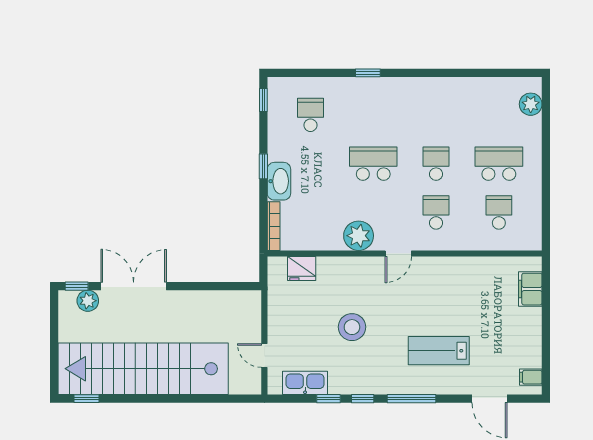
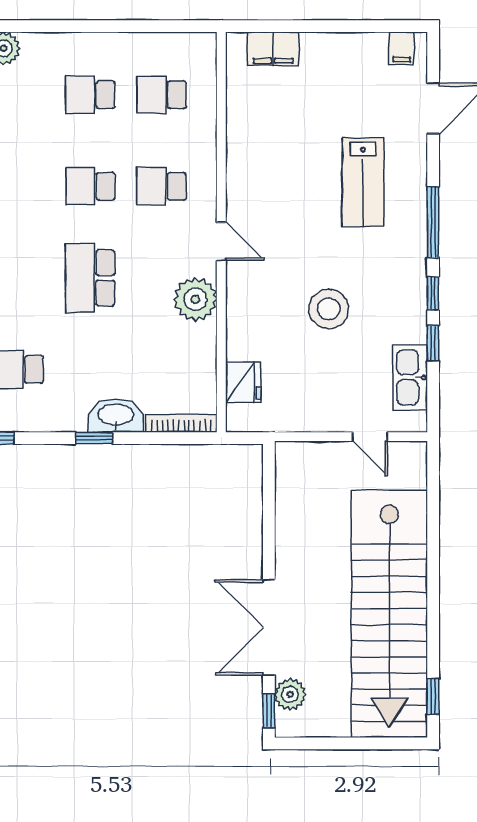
school desk: (499, 164) -> (90, 95), width x0.54
door: (264, 355) -> (370, 437), hinge flipped

